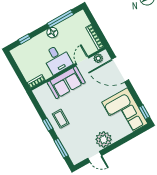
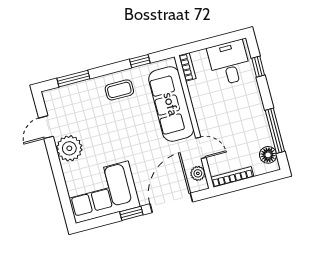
floor lamp: (52, 33) -> (268, 155), moved
desk: (57, 59) -> (229, 63), moved, turned 90
sofa: (66, 82) -> (171, 104), width x1.36
window: (144, 112) -> (131, 213), moved
window: (48, 125) -> (140, 61), moved

